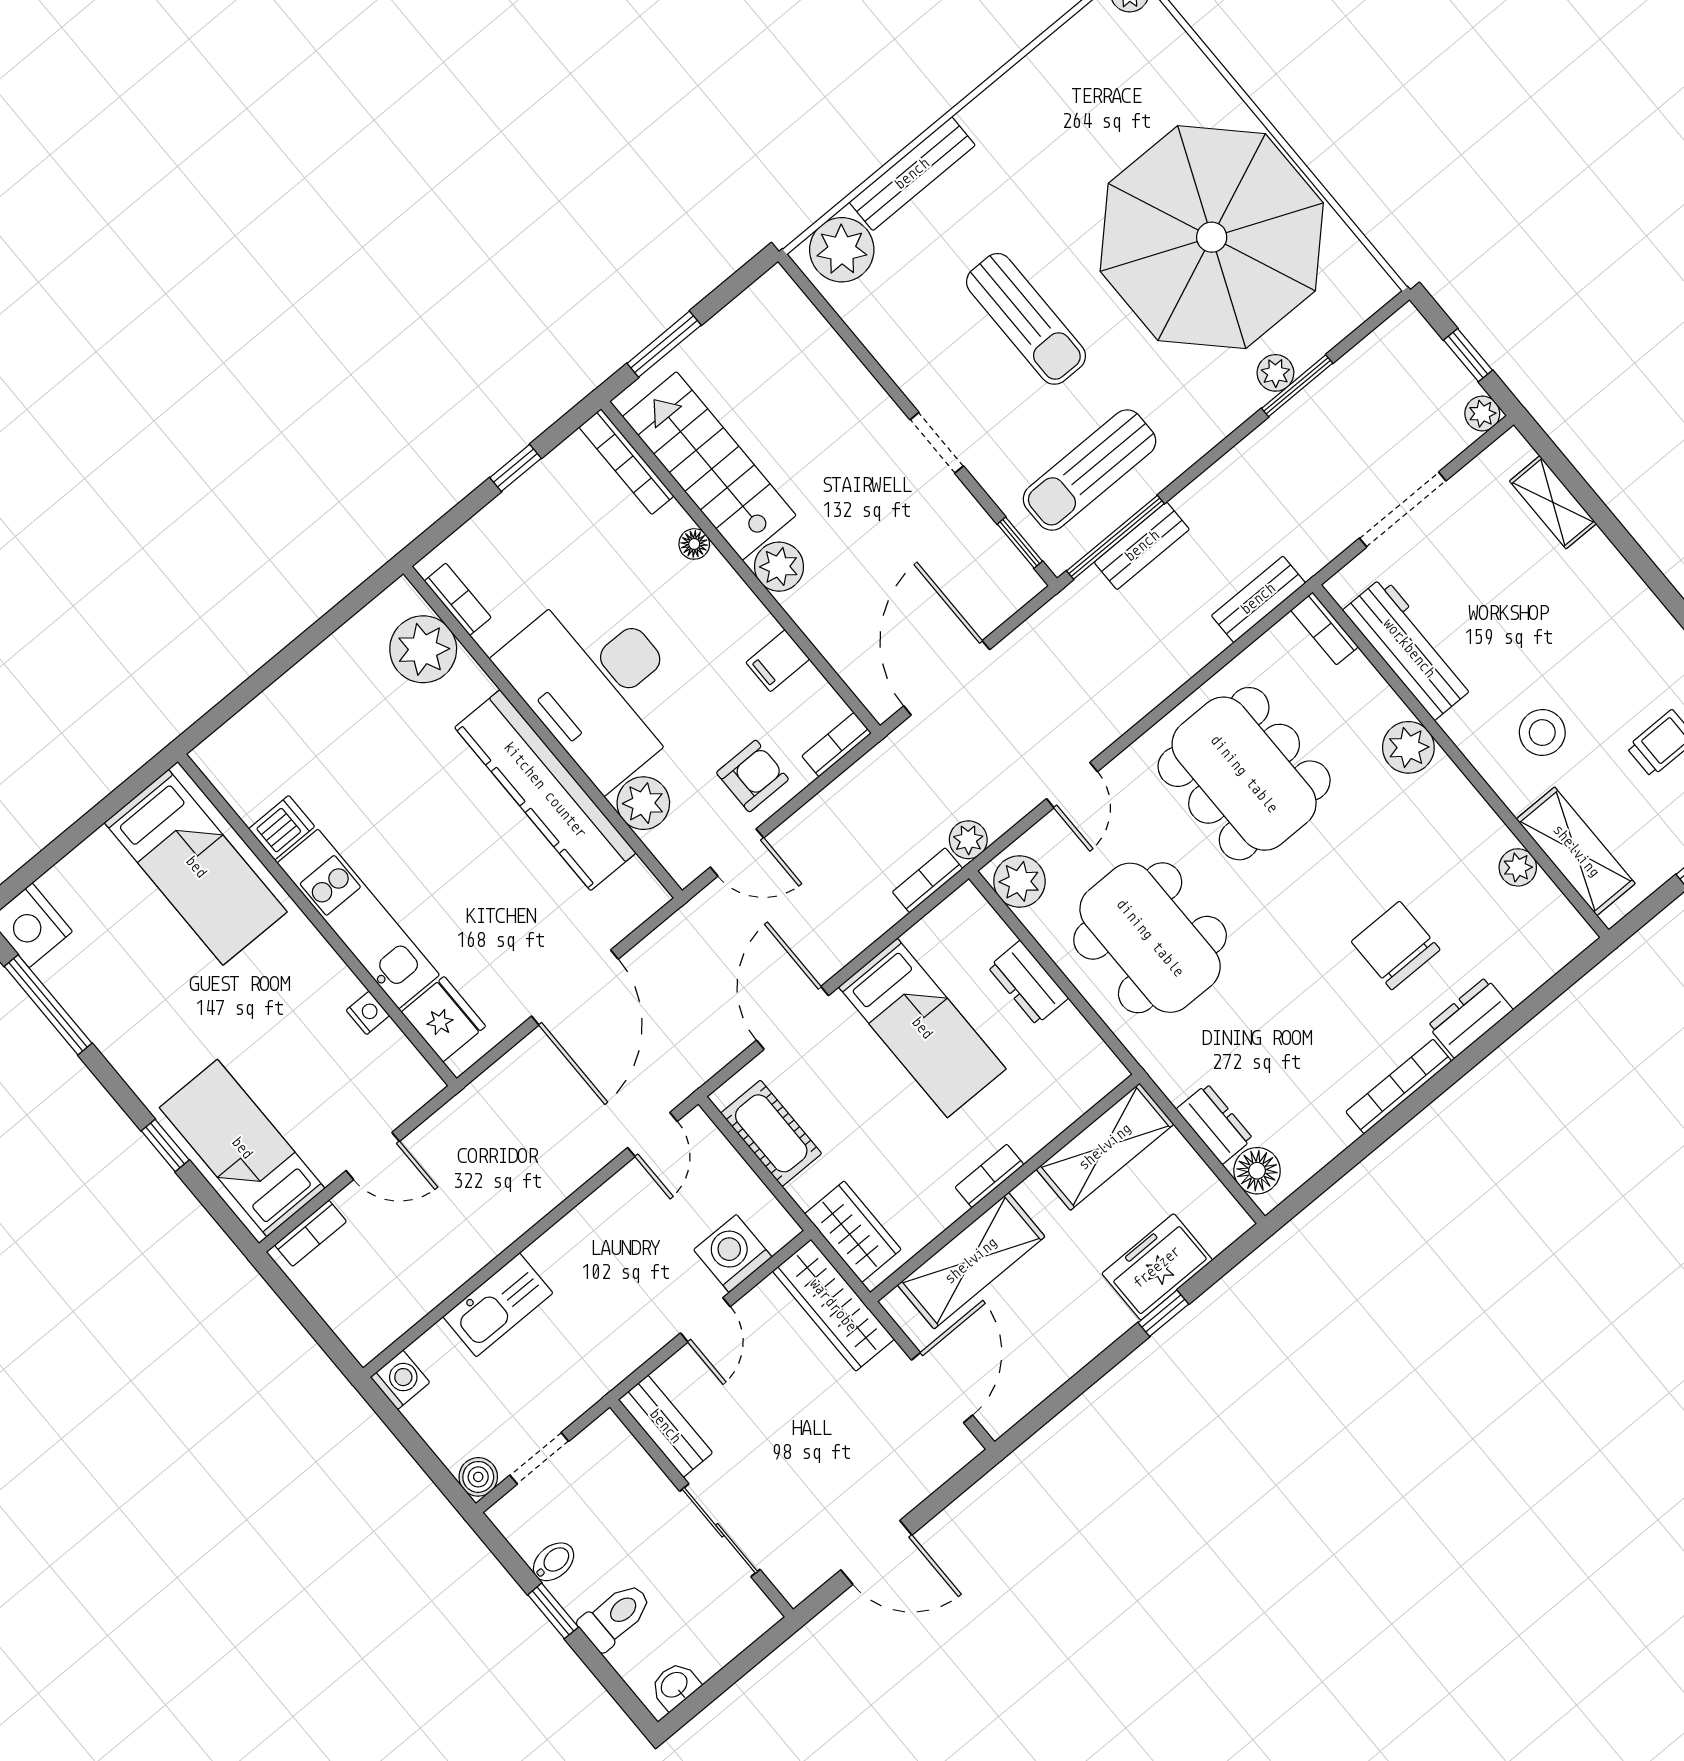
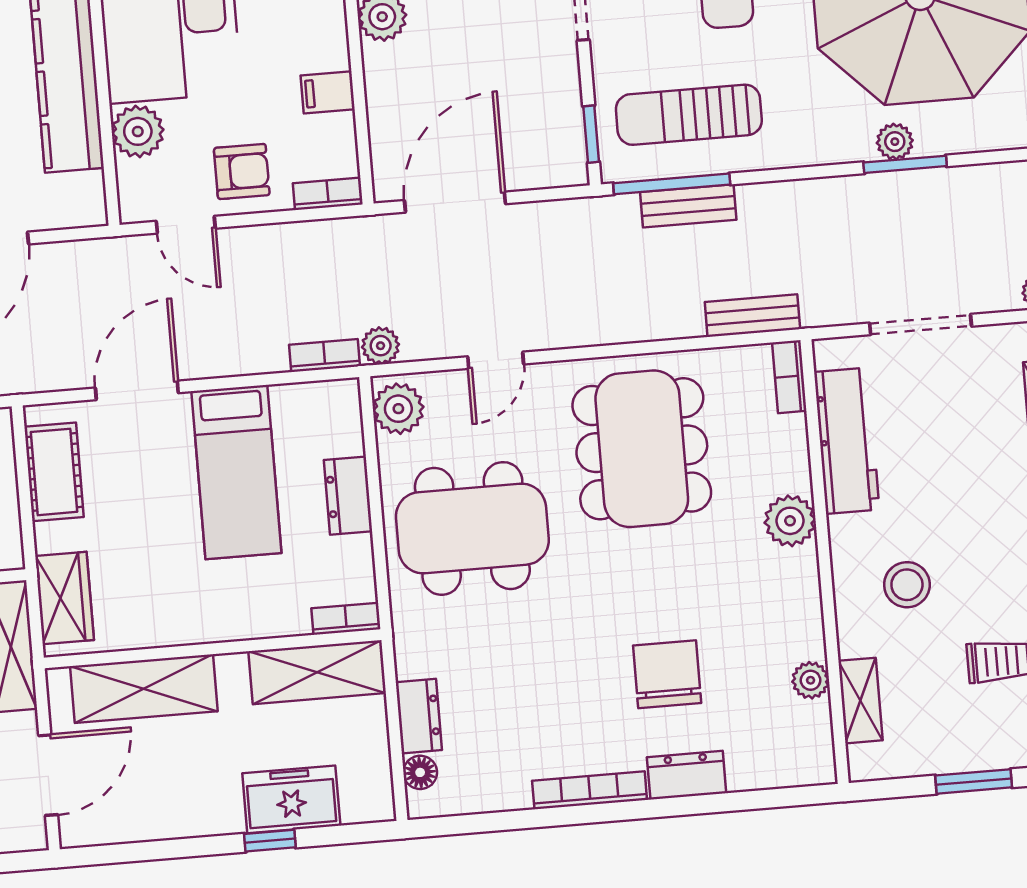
shelving: (1576, 851) -> (860, 701), width x0.67, depth x0.75
dining table: (1150, 938) -> (472, 528), turned 90
floor lamp: (1257, 1171) -> (420, 772), width x0.73, depth x0.73
bookcase: (989, 1176) -> (346, 619), moved

